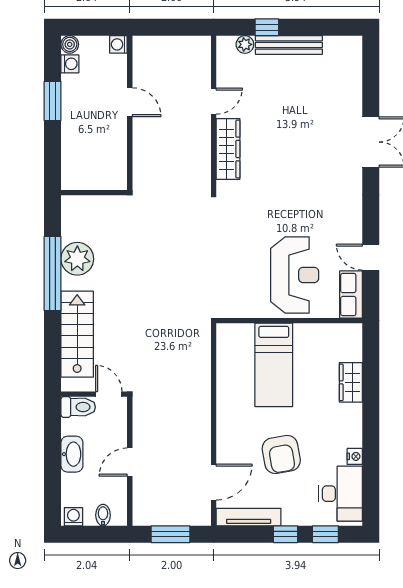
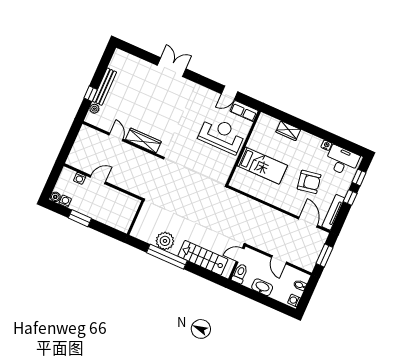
washing machine: (118, 44) -> (80, 178), moved

